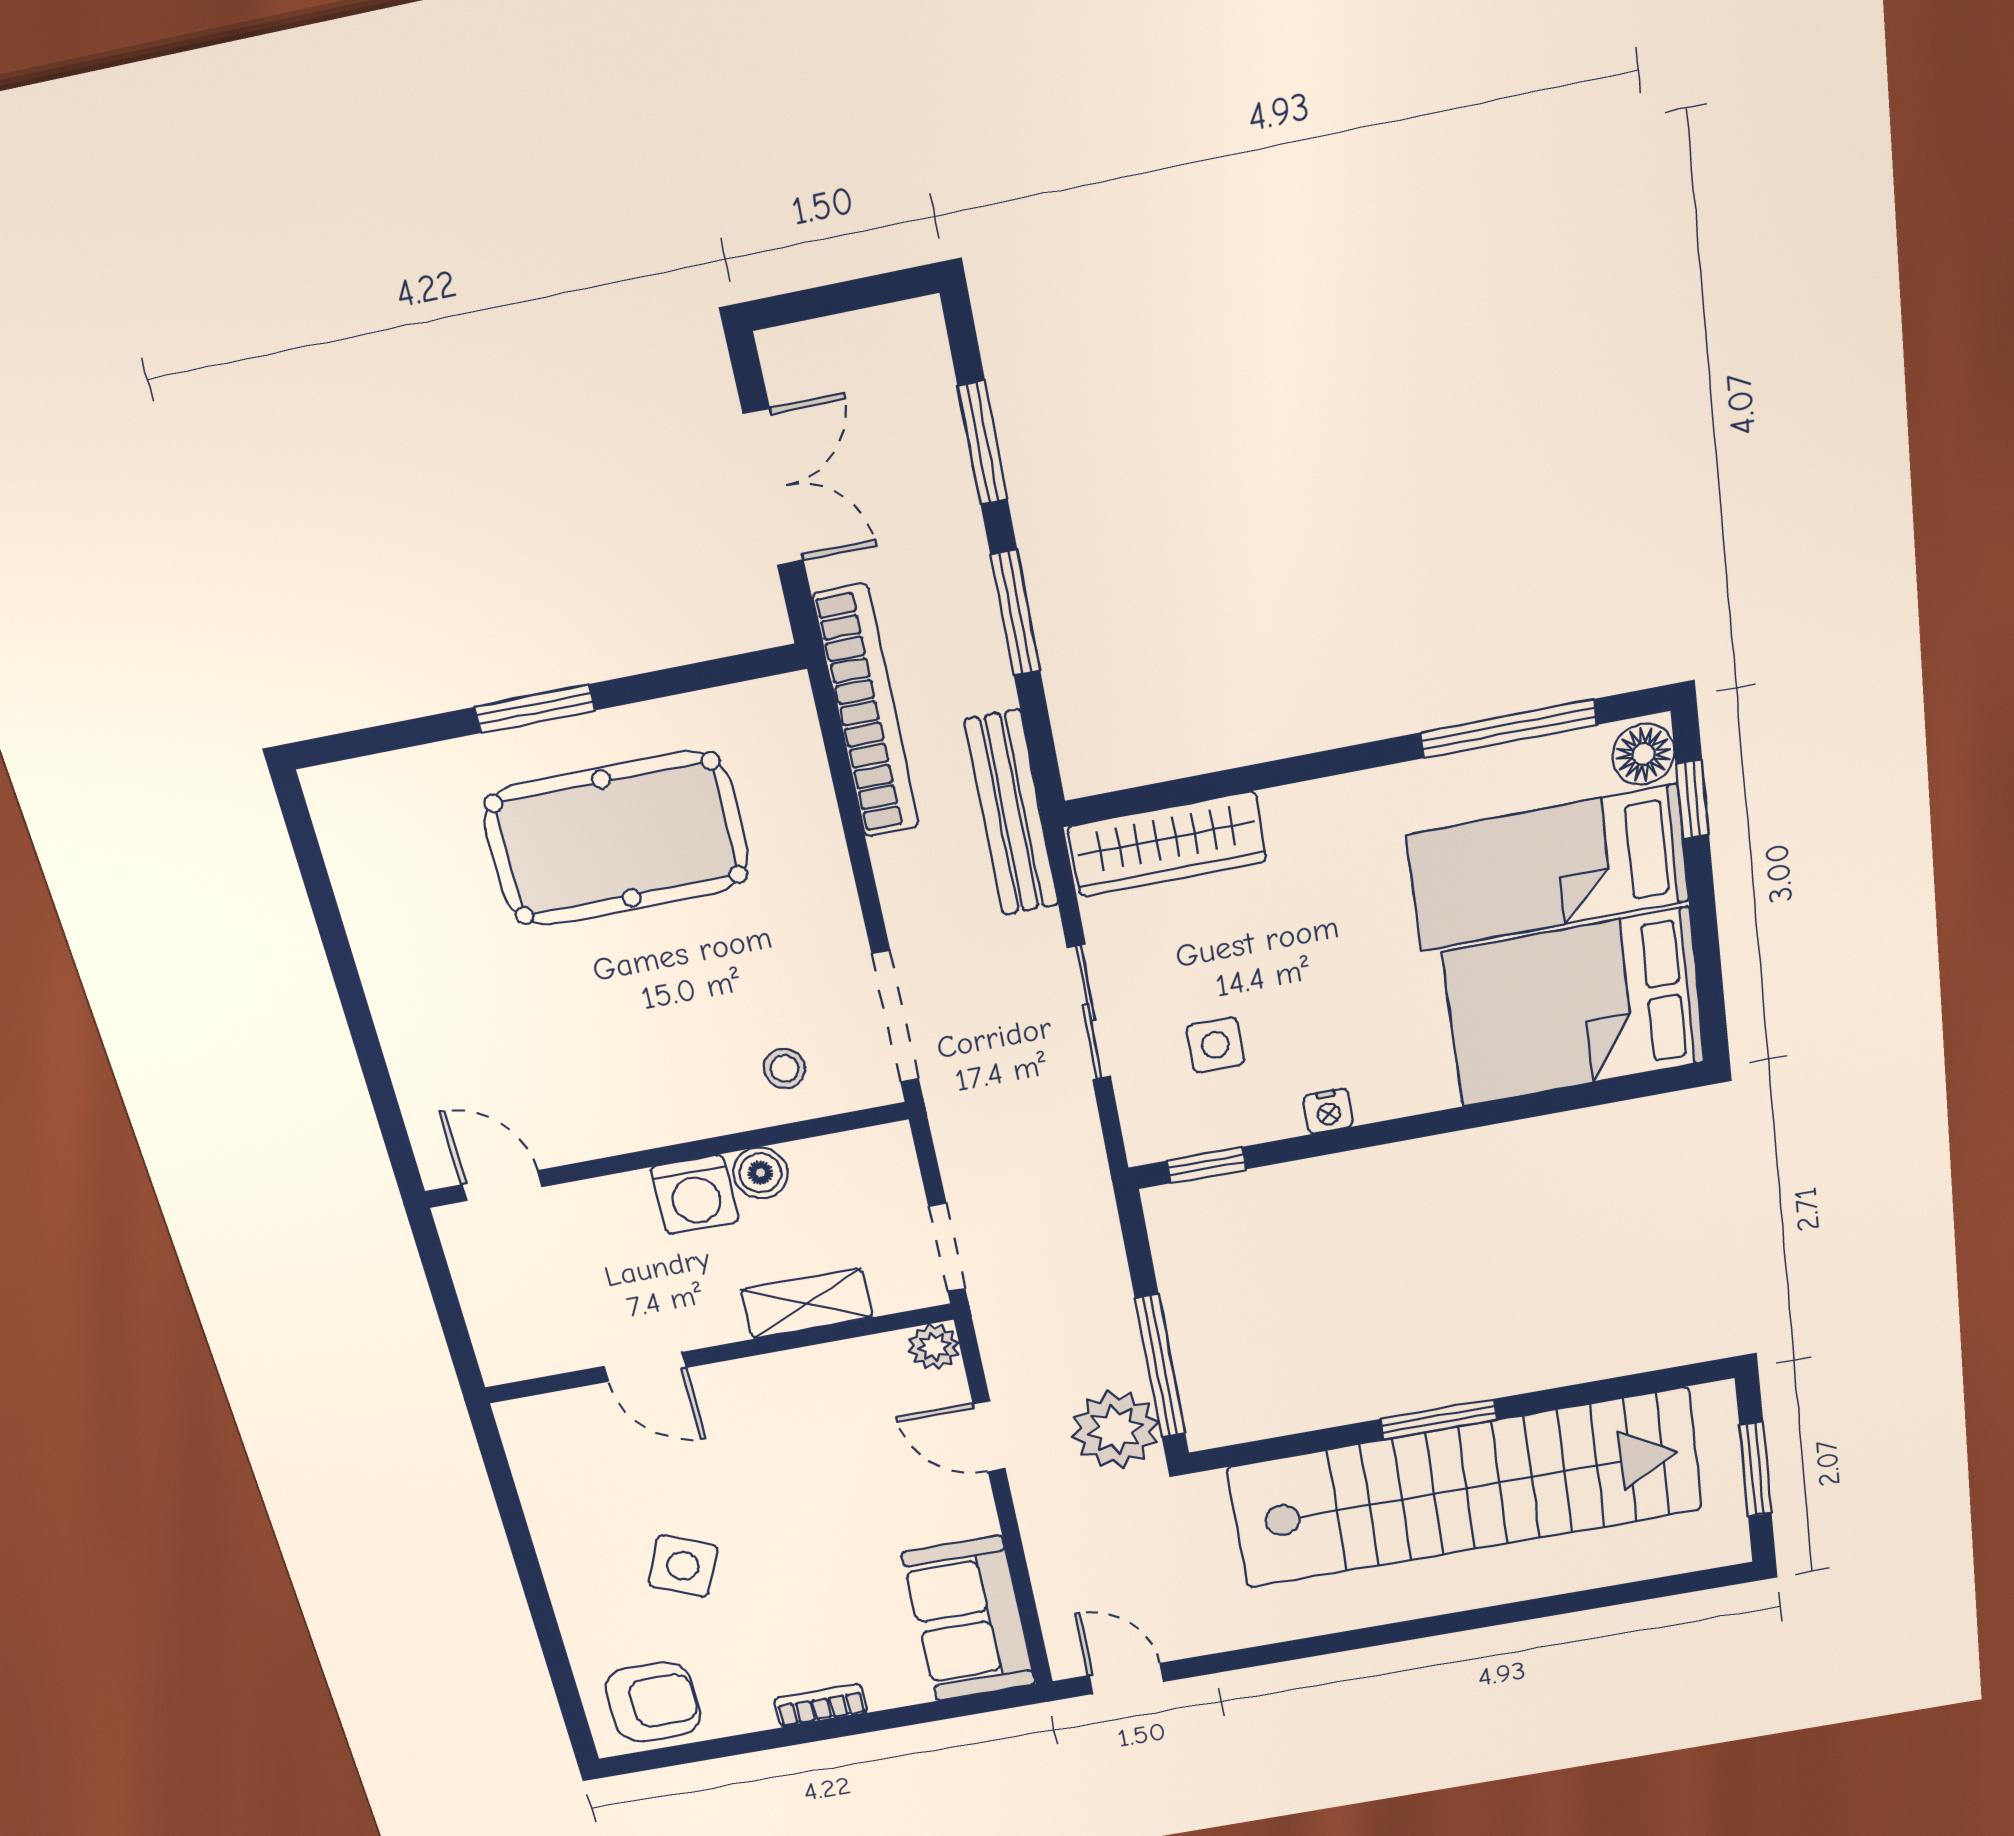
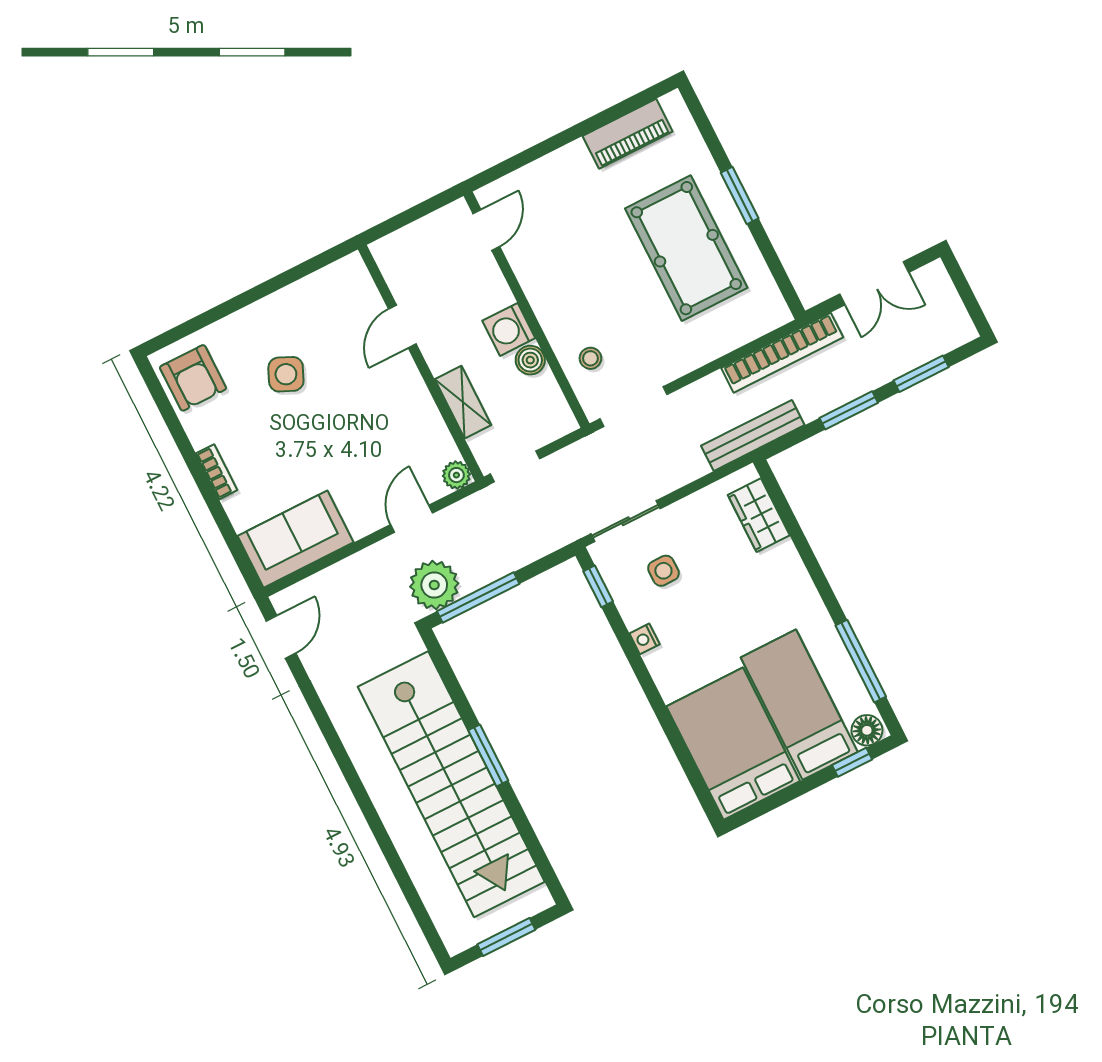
wardrobe: (1167, 844) -> (759, 515), width x0.67
piano: (370, 889) -> (628, 134), added
sliding door: (1089, 1013) -> (626, 521), moved

